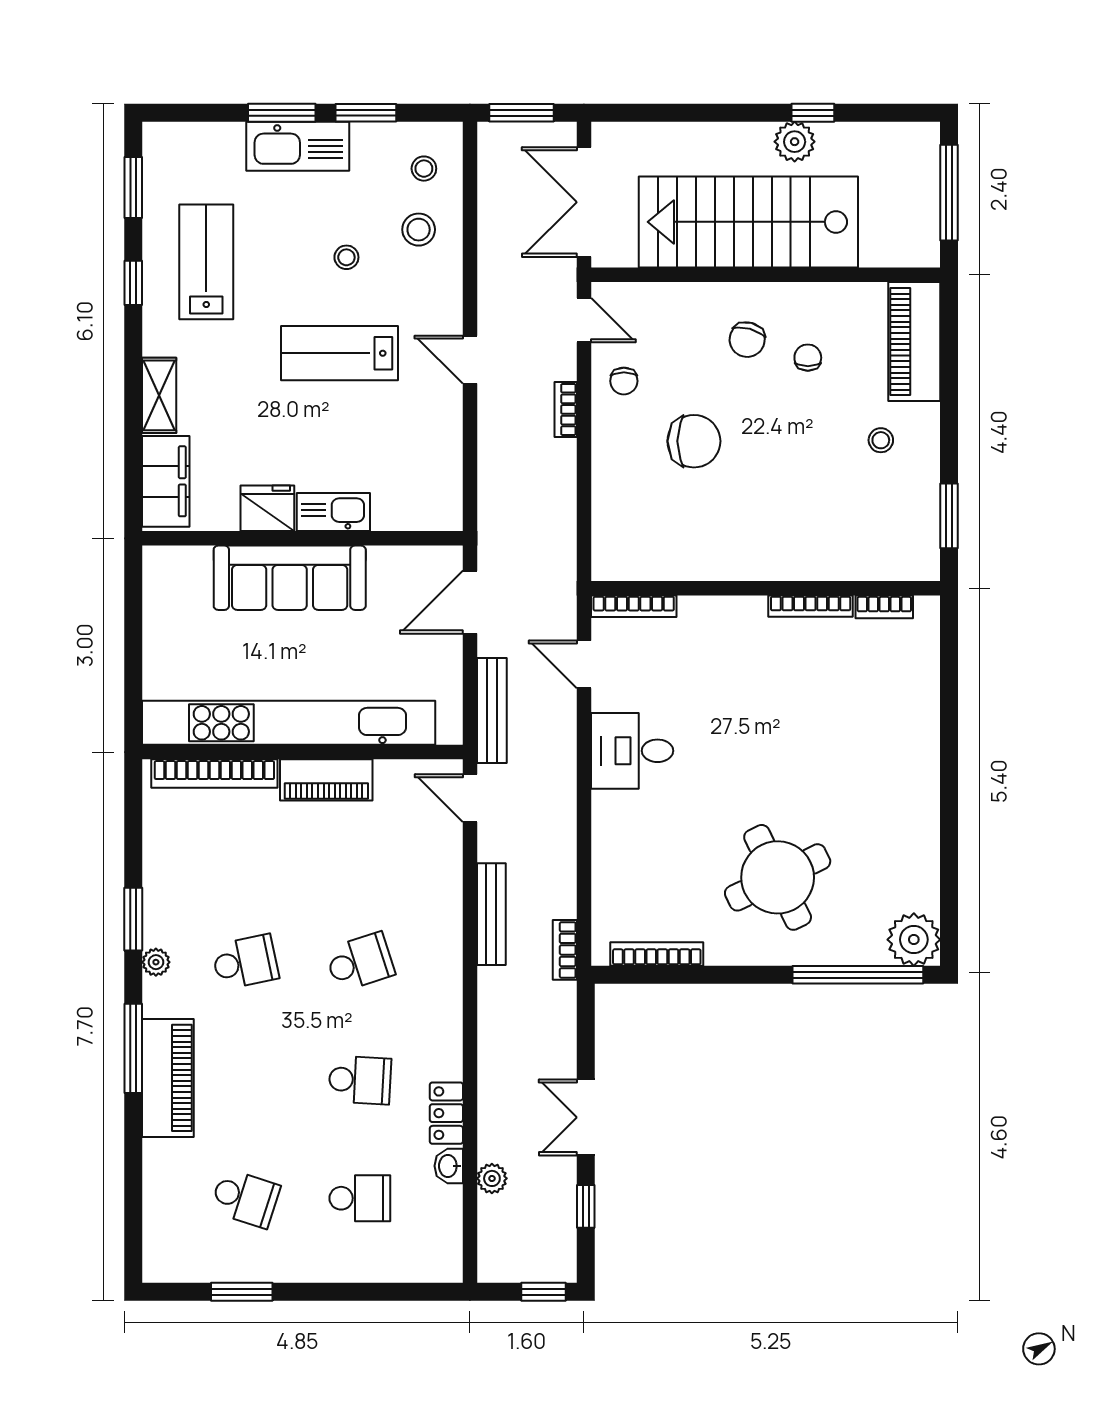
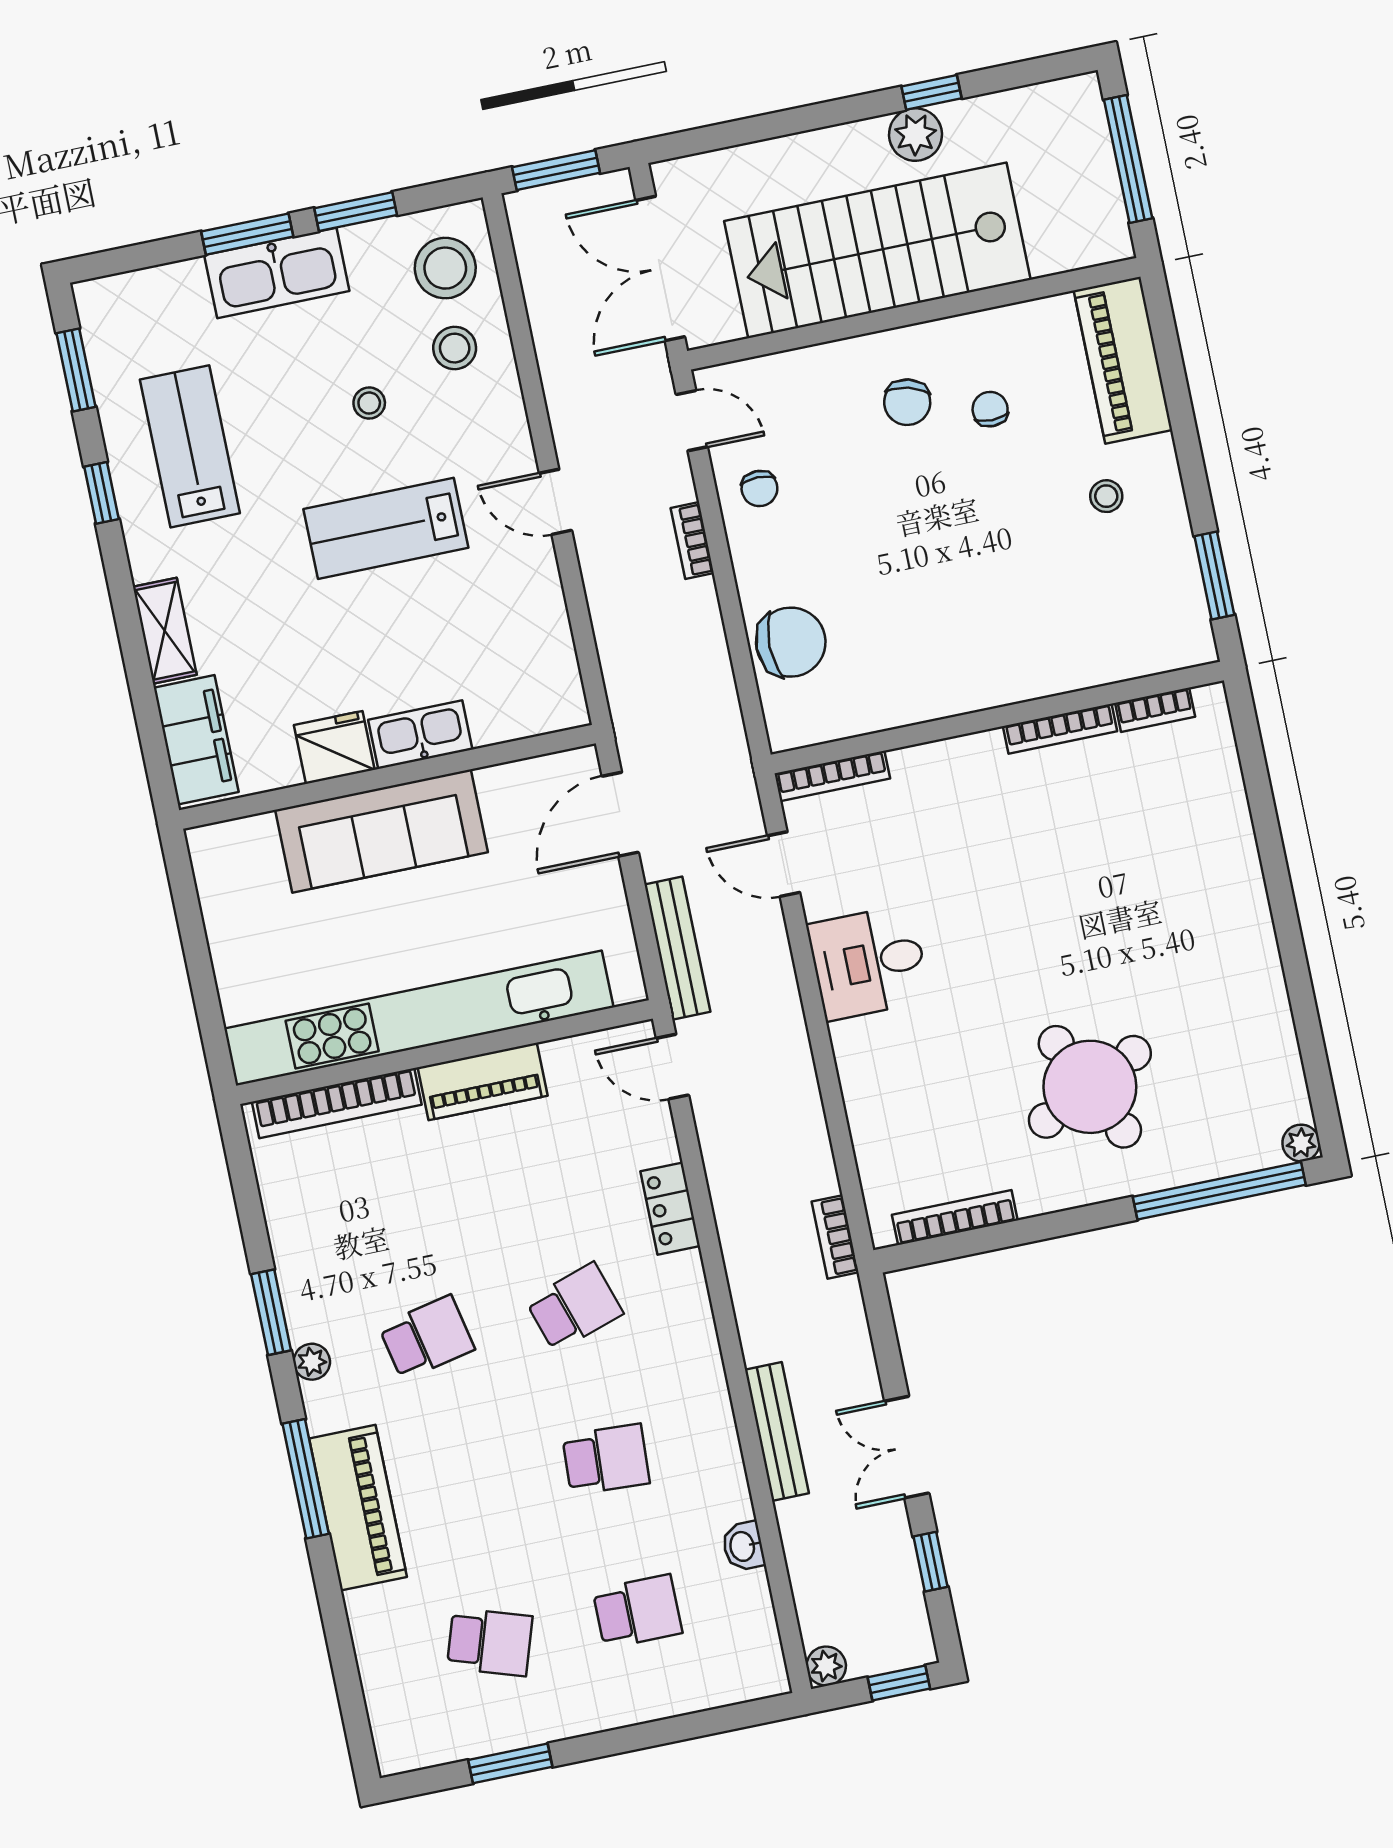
stool: (424, 169) -> (445, 268), width x1.89, depth x1.89
chair: (694, 441) -> (791, 642), moved
bench: (491, 914) -> (777, 1431), moved
plant: (914, 940) -> (1301, 1143), width x0.53, depth x0.53
locker: (446, 1113) -> (670, 1209), moved
plant: (492, 1178) -> (826, 1666), moved

